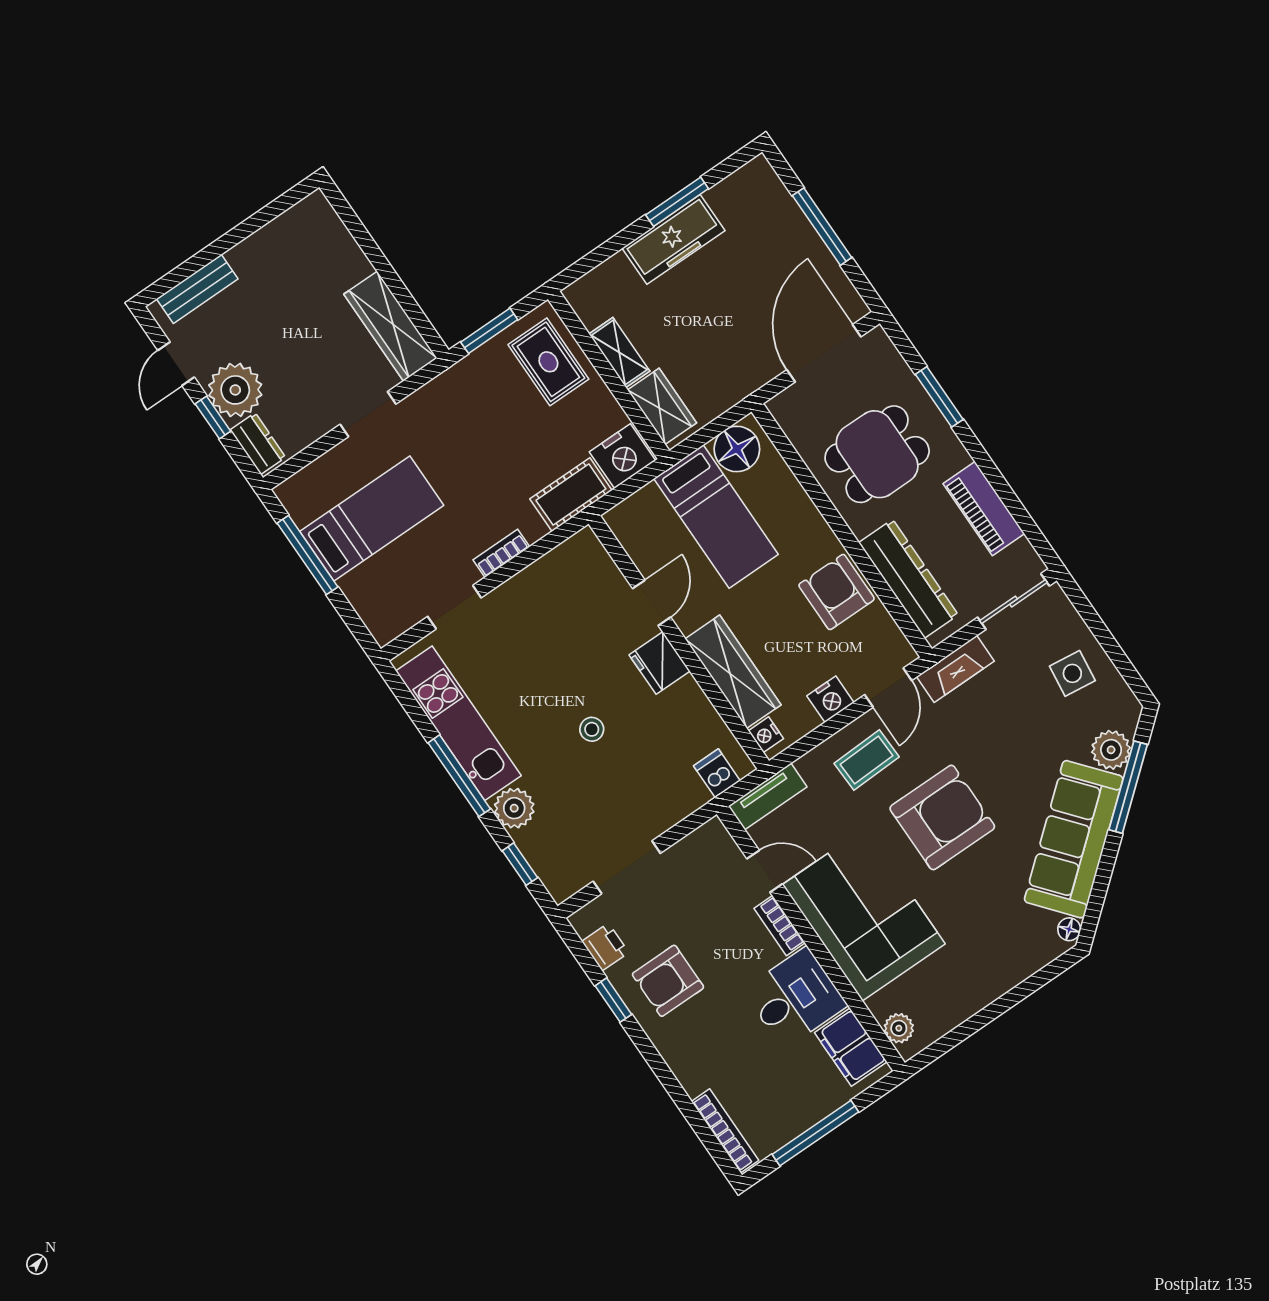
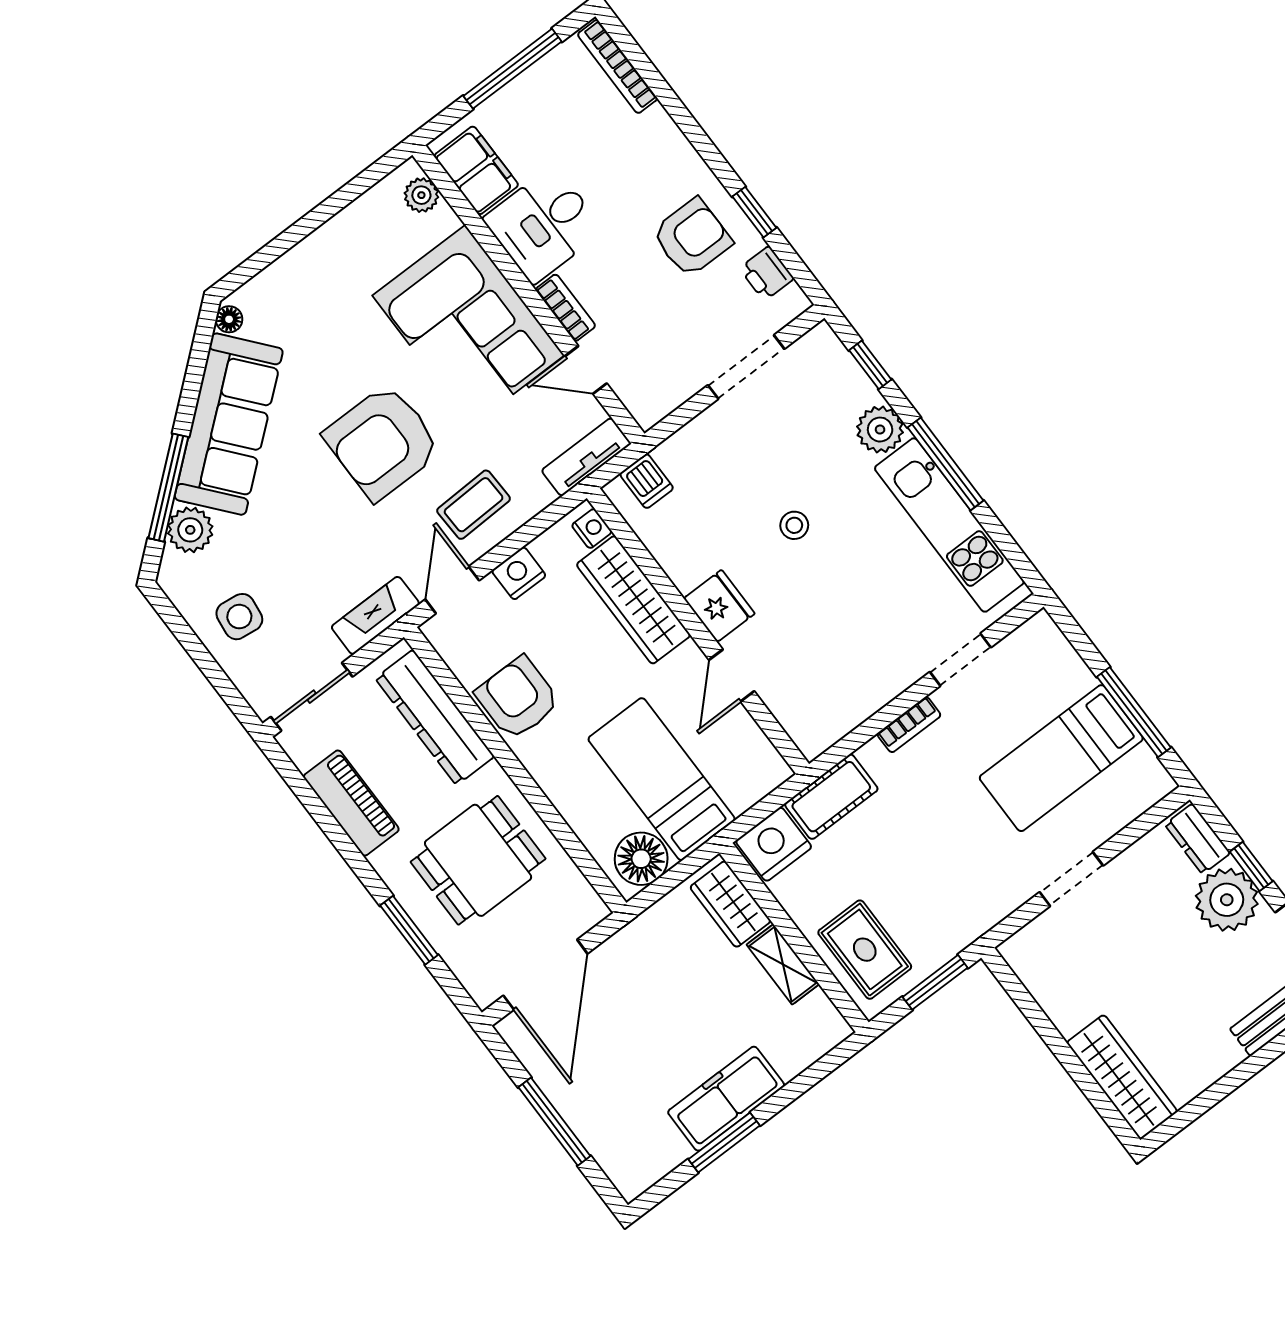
wardrobe: (390, 326) -> (1122, 1077), moved
armchair: (837, 592) -> (518, 698), turned 180

